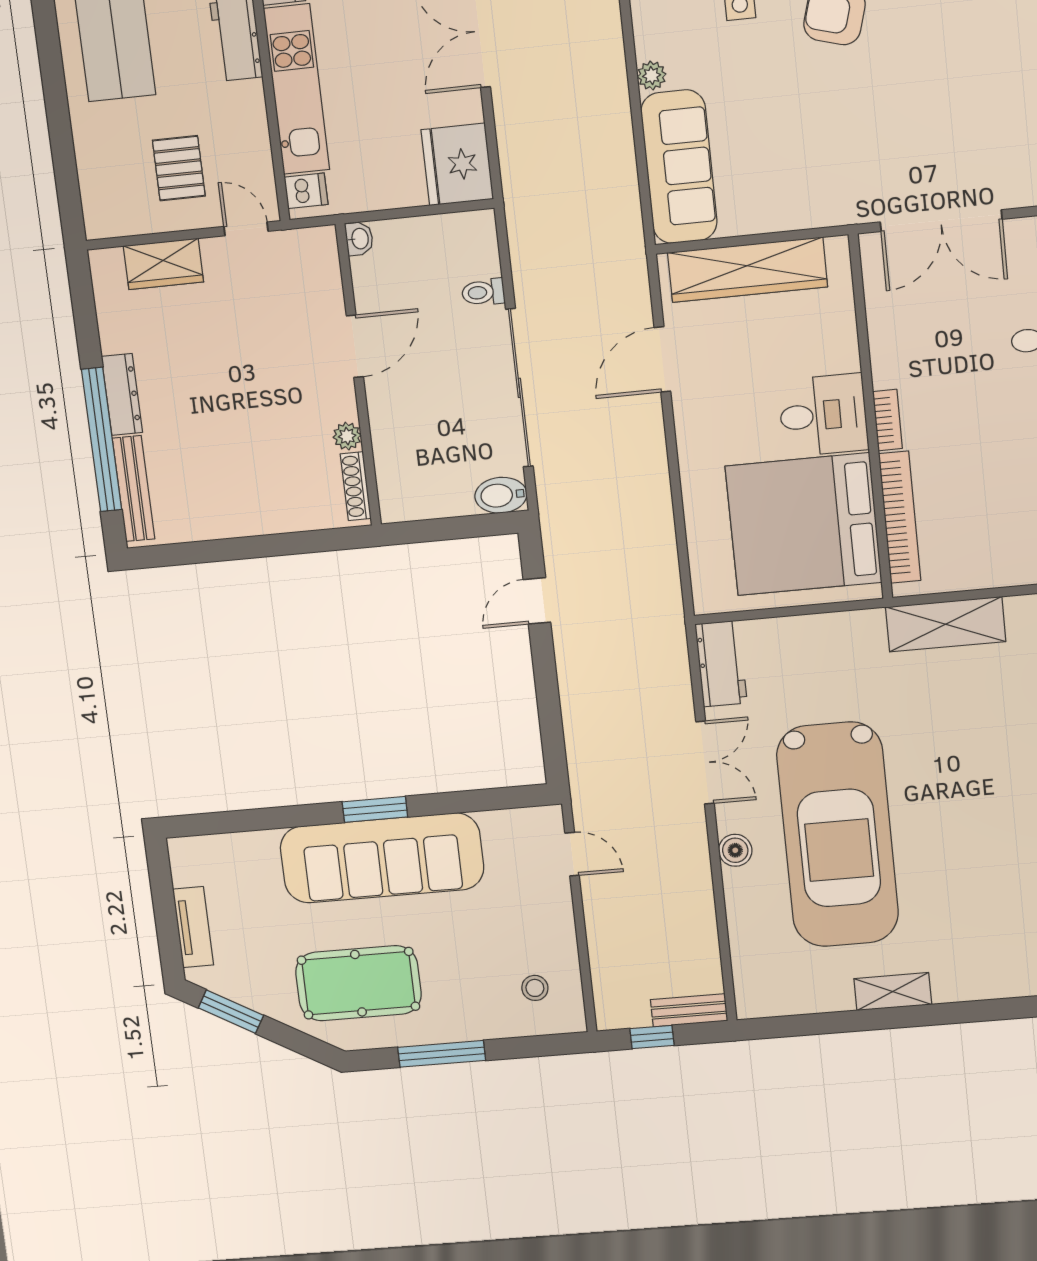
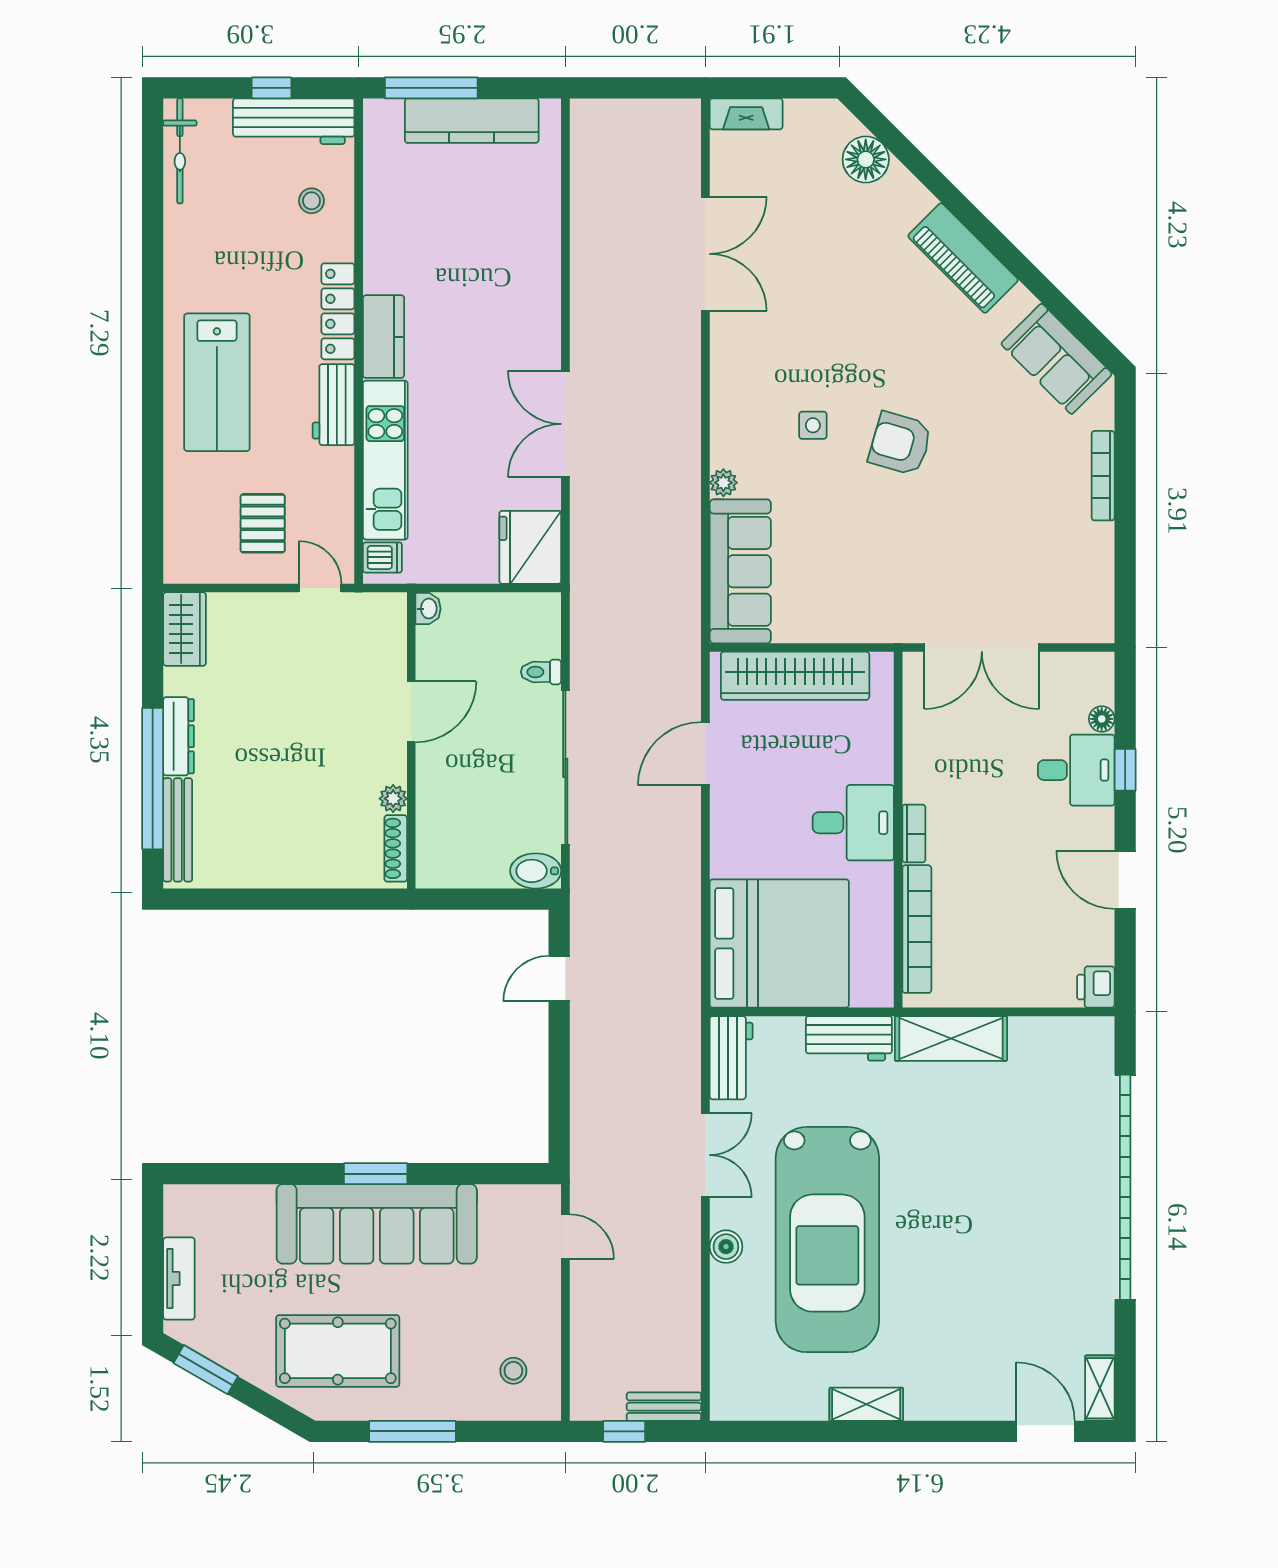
wardrobe: (163, 264) -> (185, 629), moved, turned -90
bed: (804, 524) -> (779, 944), moved, turned 180
workbench: (840, 634) -> (849, 1038), added

